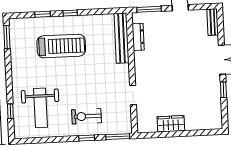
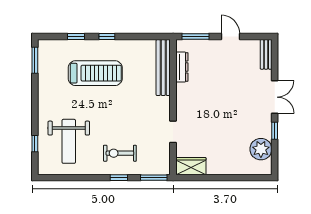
plant: (212, 107) -> (261, 149), added
wardrobe: (171, 124) -> (191, 166), moved

